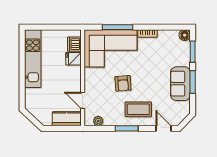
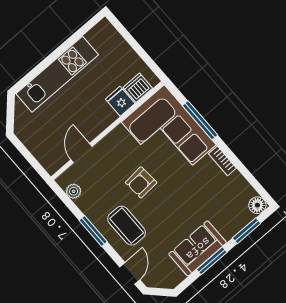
kitchen unit: (33, 59) -> (57, 74), moved
kitchen counter: (67, 119) -> (45, 153), removed

